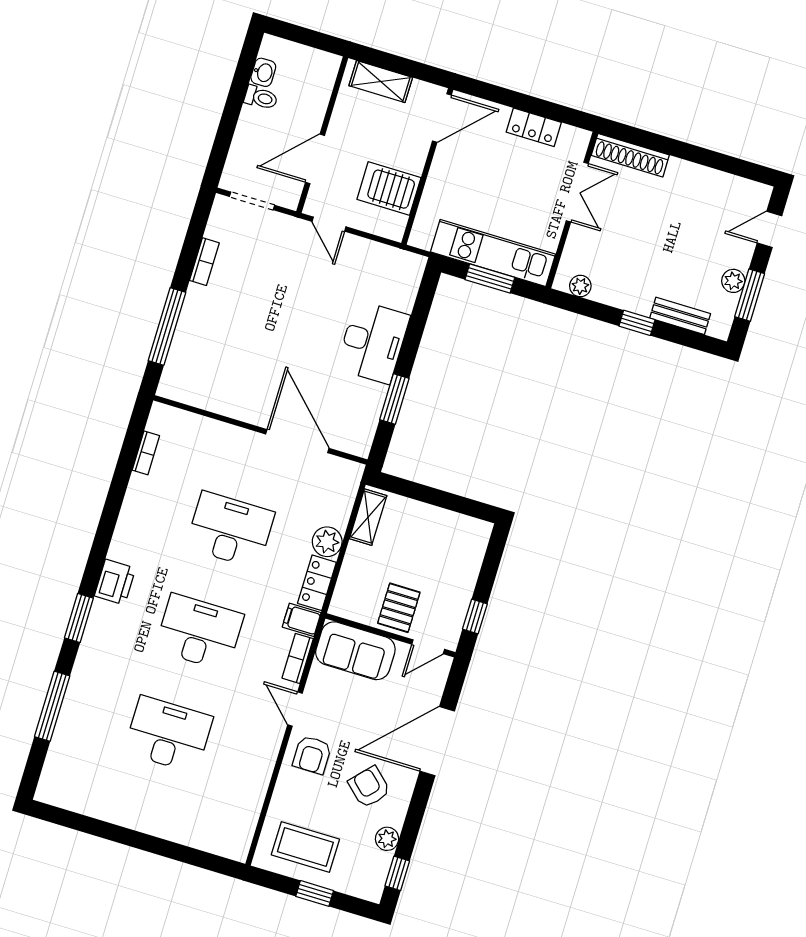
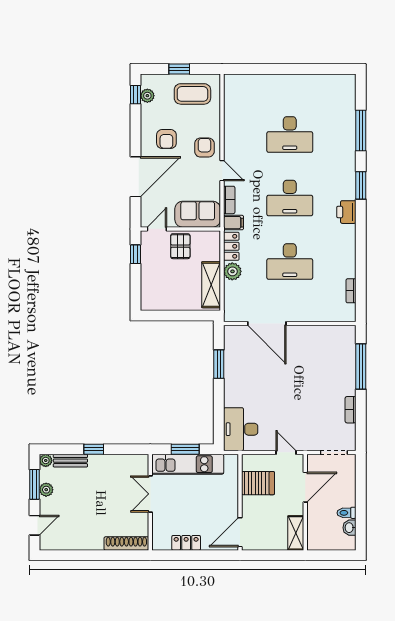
shelving: (381, 82) -> (296, 533), moved, turned 90
double door: (577, 192) -> (150, 494), moved
plant: (580, 286) -> (46, 460), moved
desk: (373, 342) -> (241, 429), moved
shelving: (368, 517) -> (211, 285), width x1.50, depth x1.33
armchair: (369, 787) -> (166, 139), turned 47
plant: (387, 839) -> (147, 96), moved

